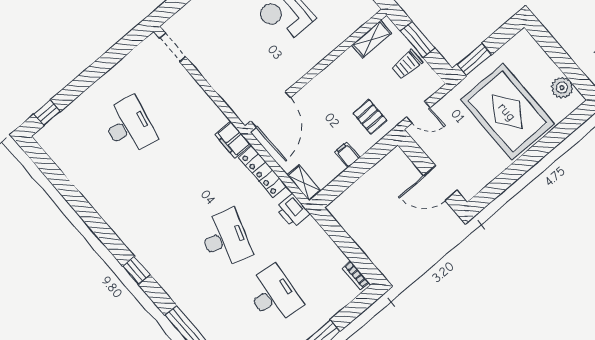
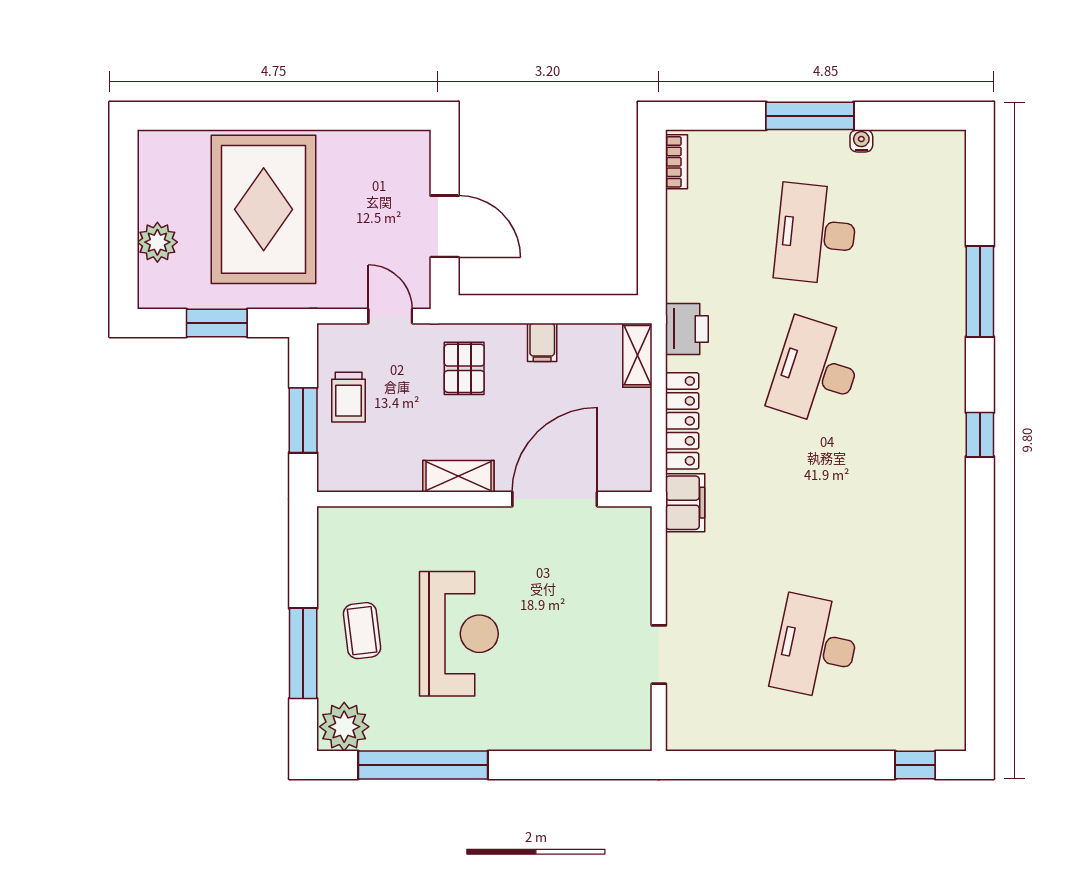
shelving: (372, 39) -> (458, 476), moved
doorway: (173, 47) -> (659, 655), moved
window: (474, 60) -> (217, 323), moved
trolley: (407, 65) -> (349, 397), turned 90
plant: (562, 88) -> (157, 242), moved
door: (271, 109) -> (555, 499), moved
door: (440, 183) -> (445, 226), moved

